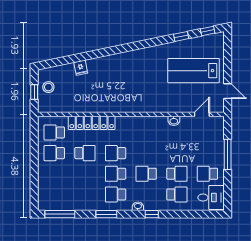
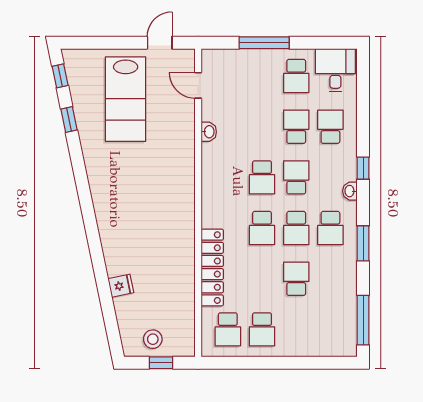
school desk: (85, 153) -> (296, 279), moved
school desk: (146, 153) -> (262, 177), added
school desk: (146, 174) -> (296, 177), turned 180

